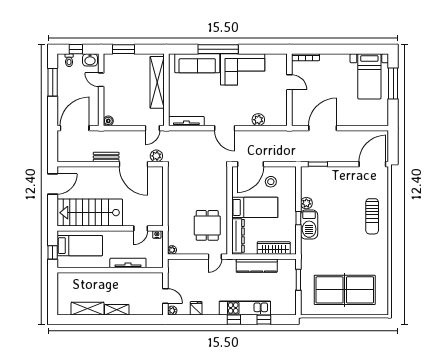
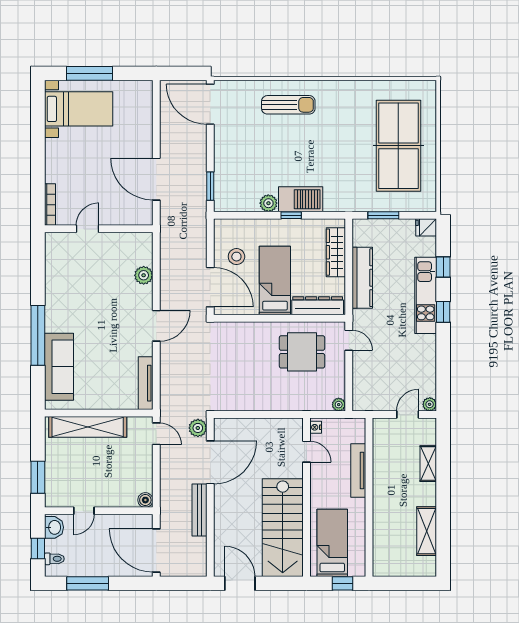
corner sofa: (243, 69) -> (68, 299), removed
bench: (106, 157) -> (200, 510), width x1.36
fridge: (196, 308) -> (426, 227), moved
shelving: (117, 310) -> (428, 464), moved

